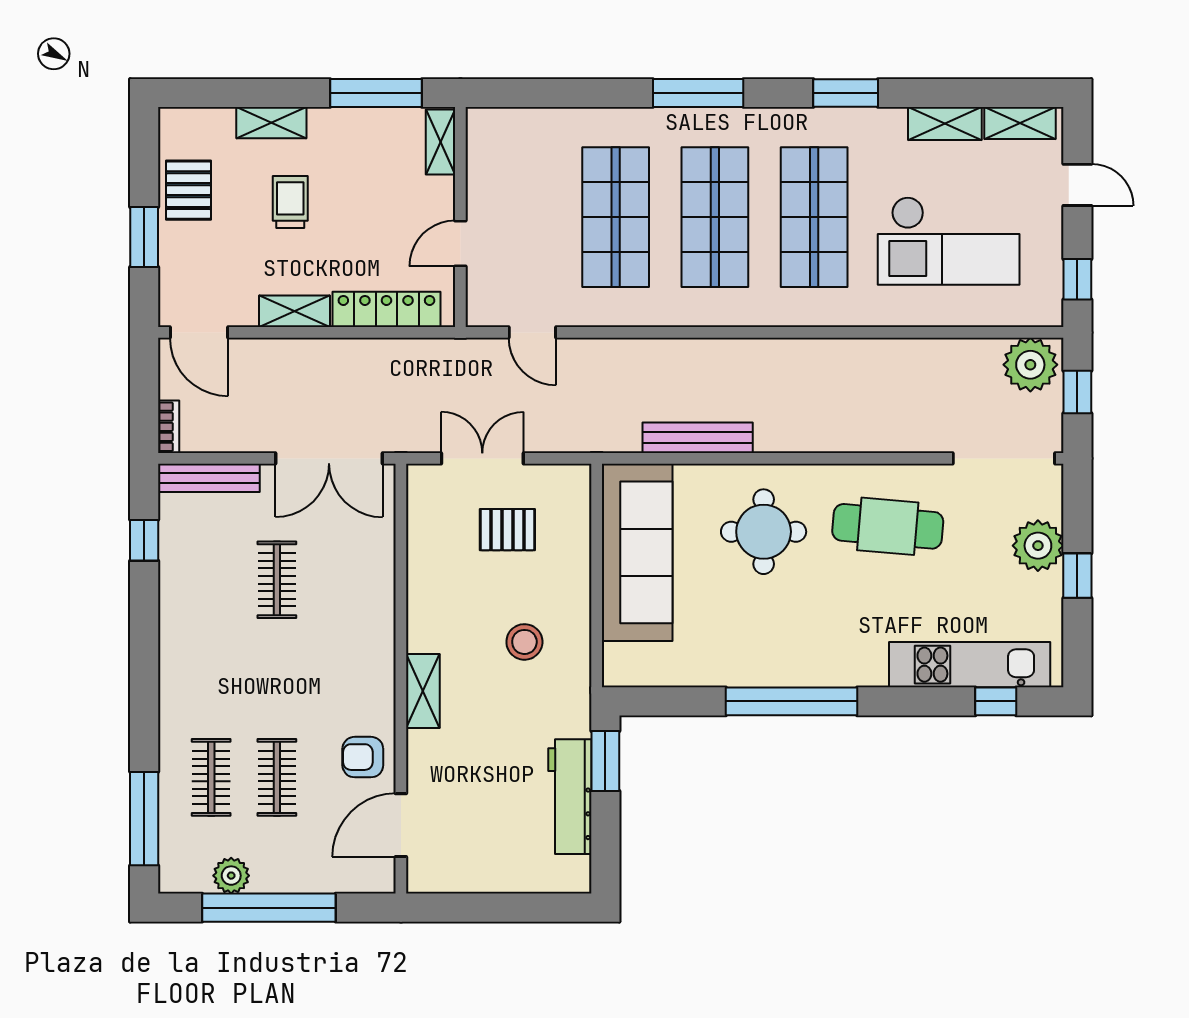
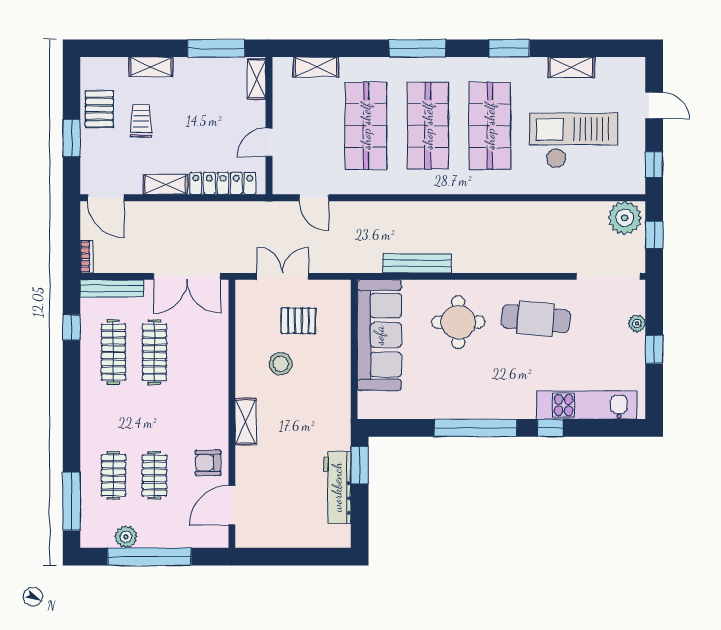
shelving: (1020, 123) -> (316, 67), moved
trolley: (290, 202) -> (141, 121), moved
checkout: (949, 241) -> (574, 141), turned 180
plant: (1038, 546) -> (637, 323), width x0.53, depth x0.53
clothes rail: (211, 580) -> (113, 352), added
clothes rail: (277, 580) -> (154, 352), width x1.36
stool: (524, 642) -> (281, 364), moved
window: (996, 701) -> (550, 428), moved

